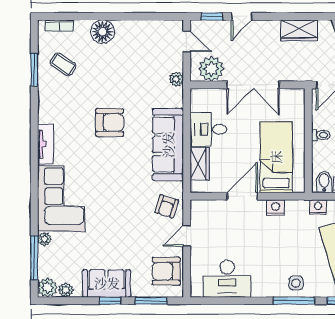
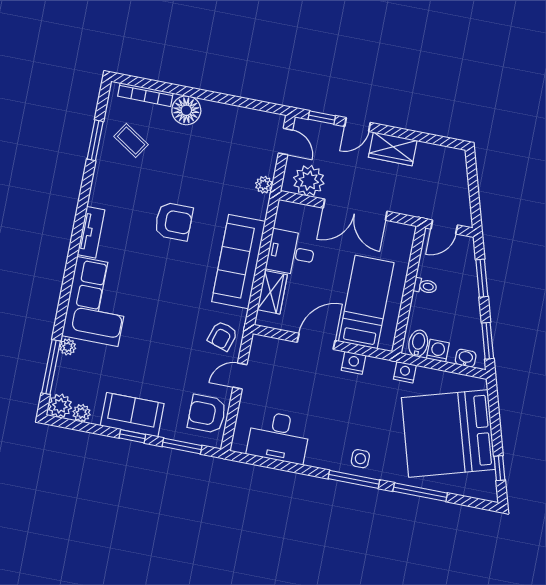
bookcase: (59, 25) -> (145, 95), width x1.56
wardrobe: (299, 30) -> (393, 149), moved

